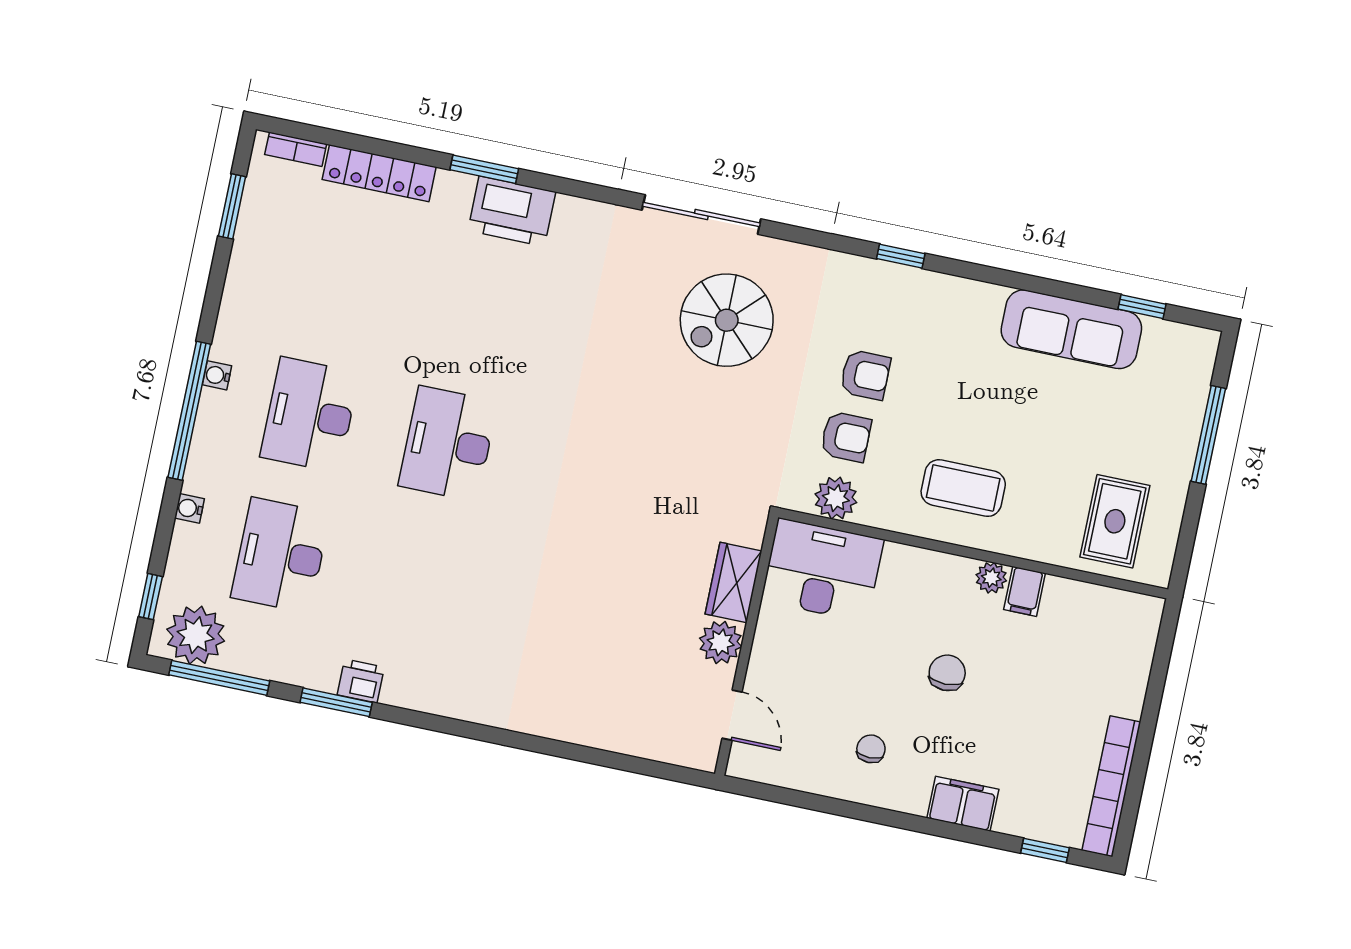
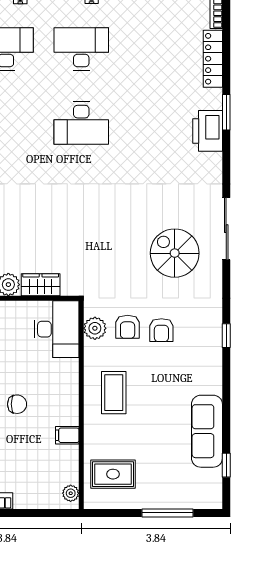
desk: (448, 444) -> (81, 123), turned 180
plant: (991, 578) -> (71, 493), moved

